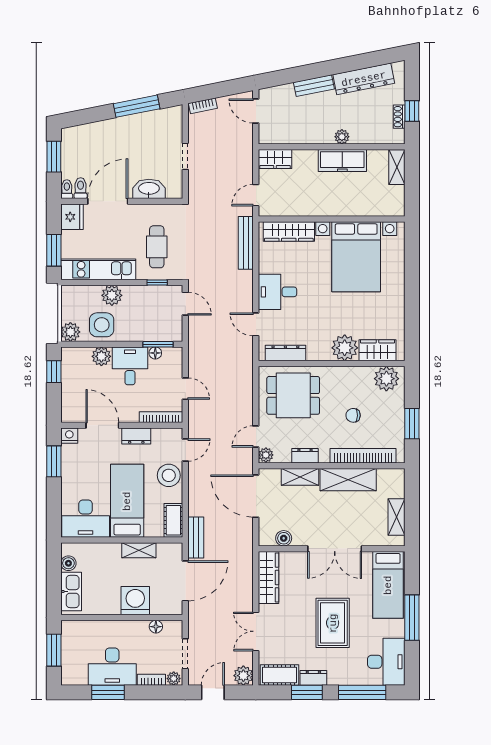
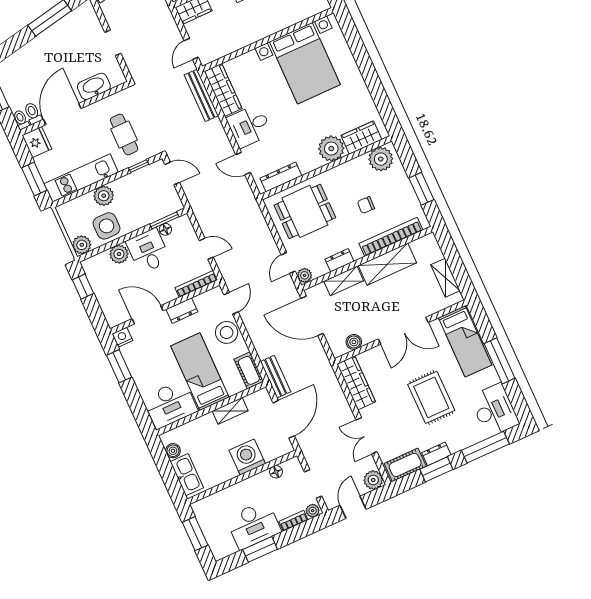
wardrobe: (289, 232) -> (223, 90), moved, turned -90

